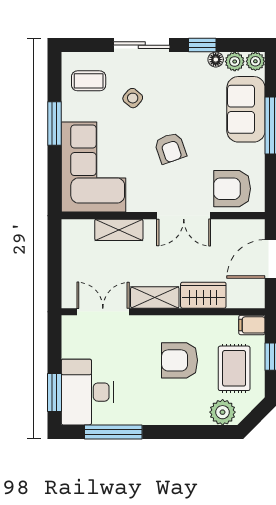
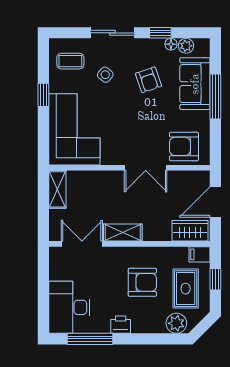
plant: (255, 61) -> (202, 46), removed
window: (54, 124) -> (43, 95), width x0.67
armchair: (170, 148) -> (148, 80), moved
shelving: (119, 230) -> (57, 189), moved, turned 90
wardrobe: (203, 295) -> (190, 231), moved
armchair: (180, 360) -> (142, 282), turned 180
window: (54, 393) -> (43, 308), removed
printer: (152, 414) -> (121, 325), added

